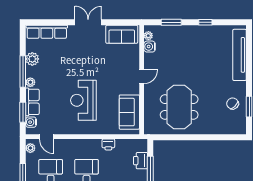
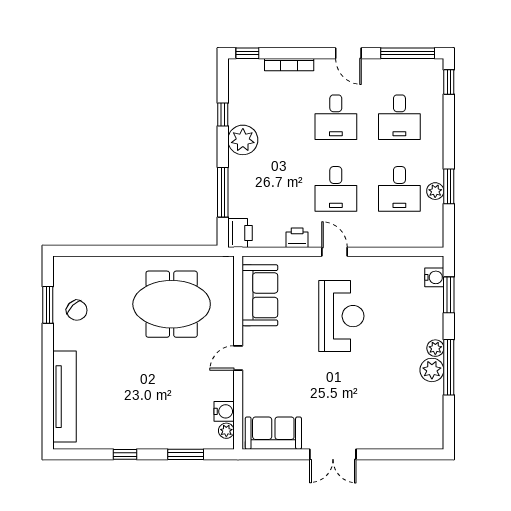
row of seats: (47, 32) -> (406, 437), removed
plant: (32, 59) -> (432, 370), moved
row of seats: (32, 102) -> (432, 313), removed
meeting table: (179, 107) -> (172, 304), turned 90
door: (47, 137) -> (334, 252), moved
plant: (30, 148) -> (435, 191), moved
printer: (141, 161) -> (240, 233), moved

